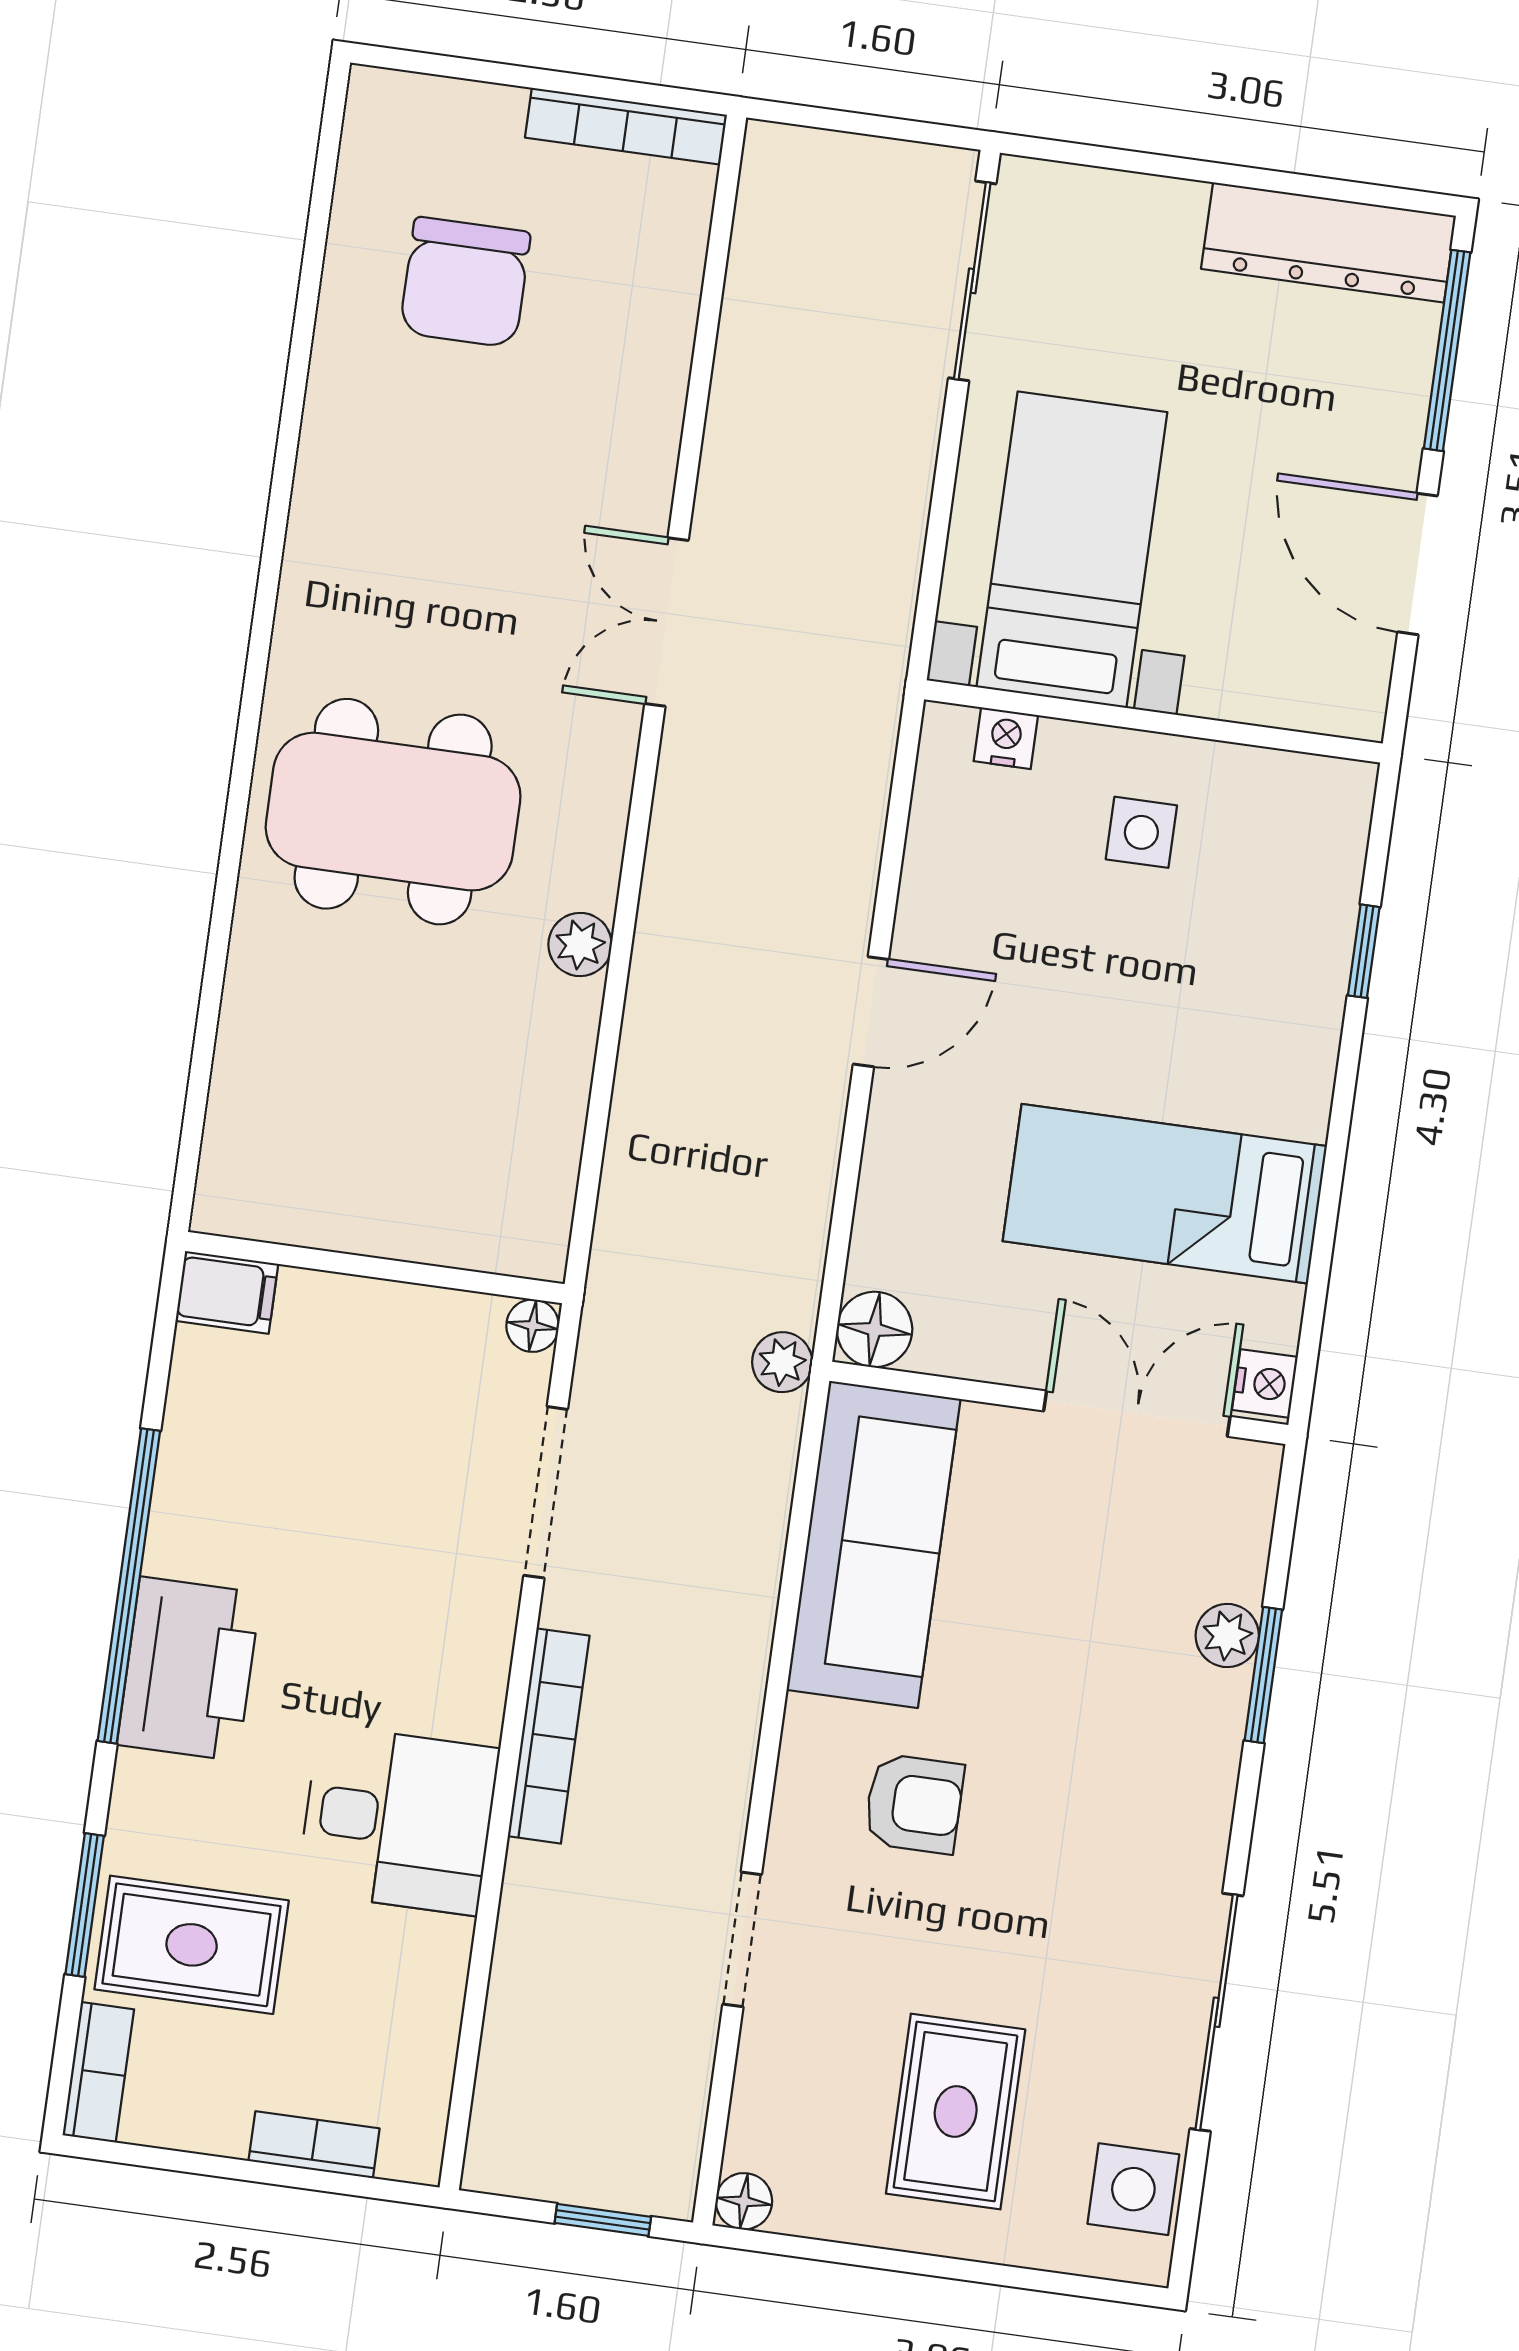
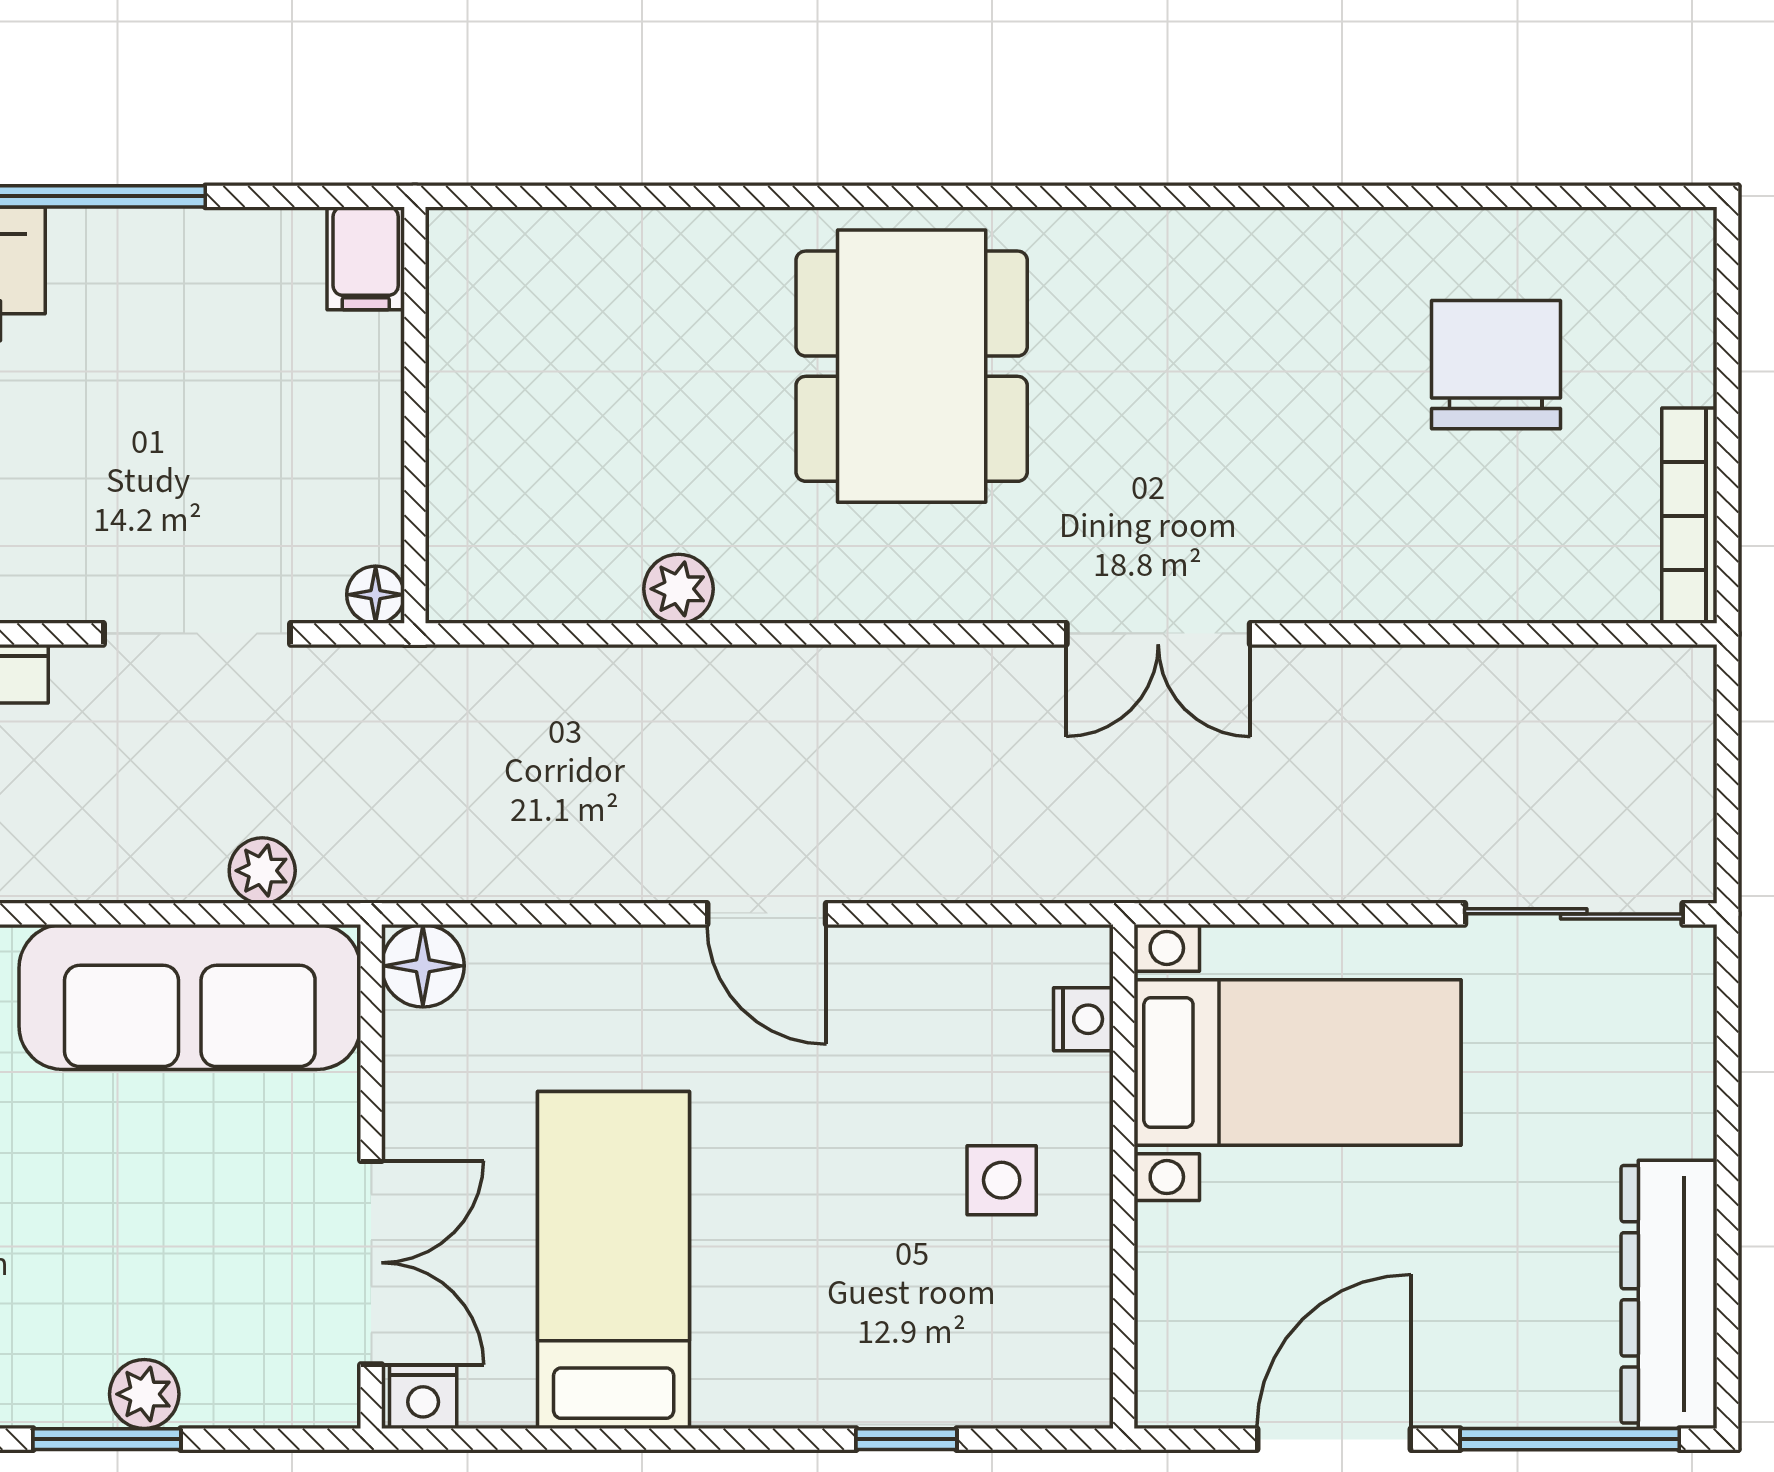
chair: (465, 282) -> (1496, 365), turned 90
double door: (666, 622) -> (1158, 634), swing flipped
plant: (580, 945) -> (679, 589), moved
plant: (782, 1362) -> (262, 871), moved

